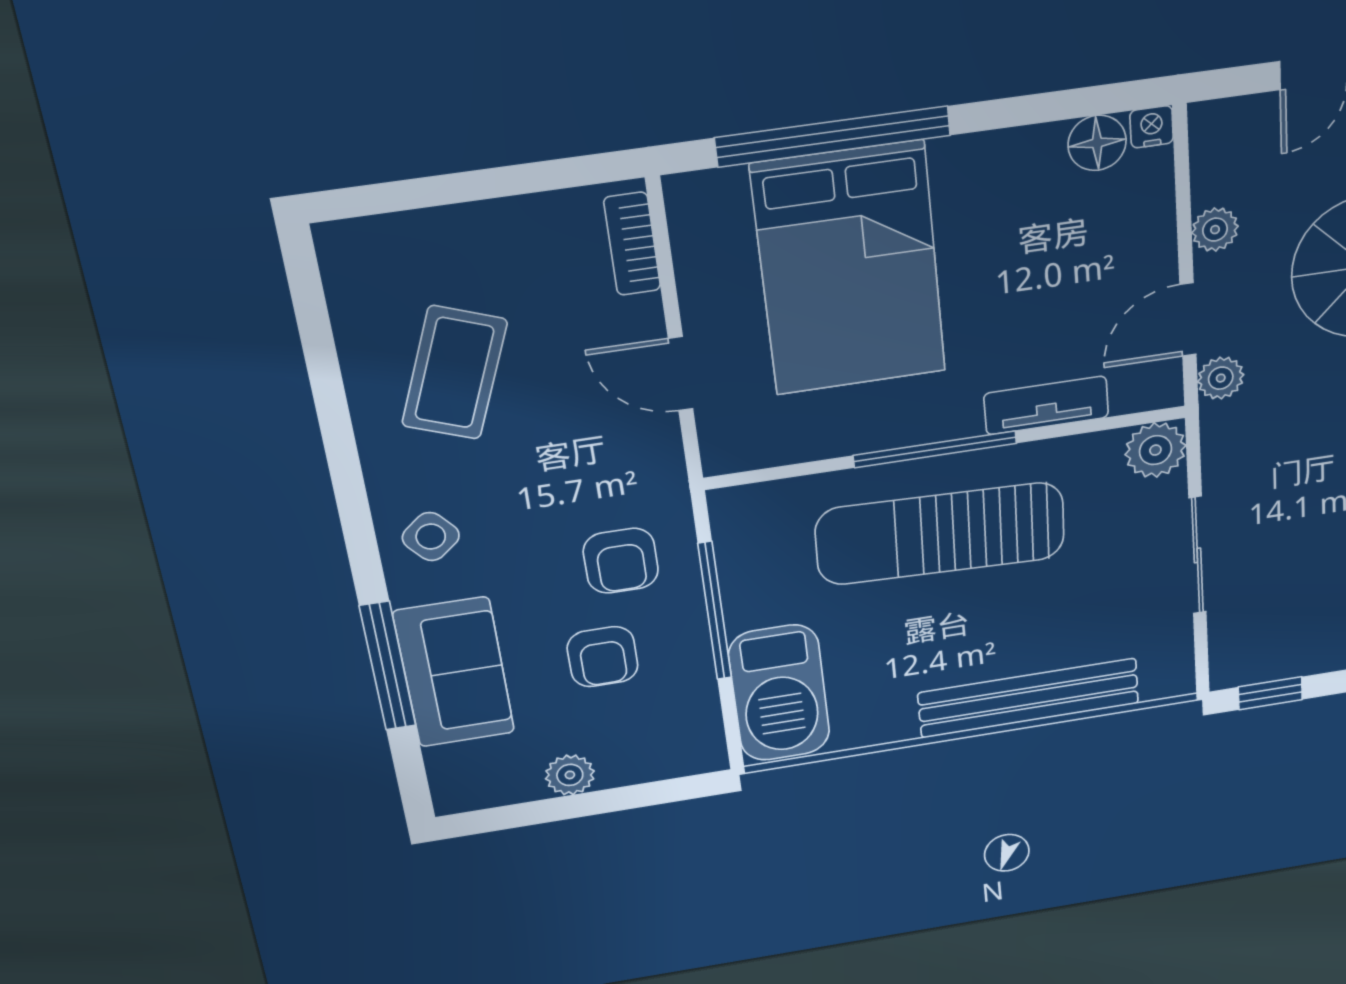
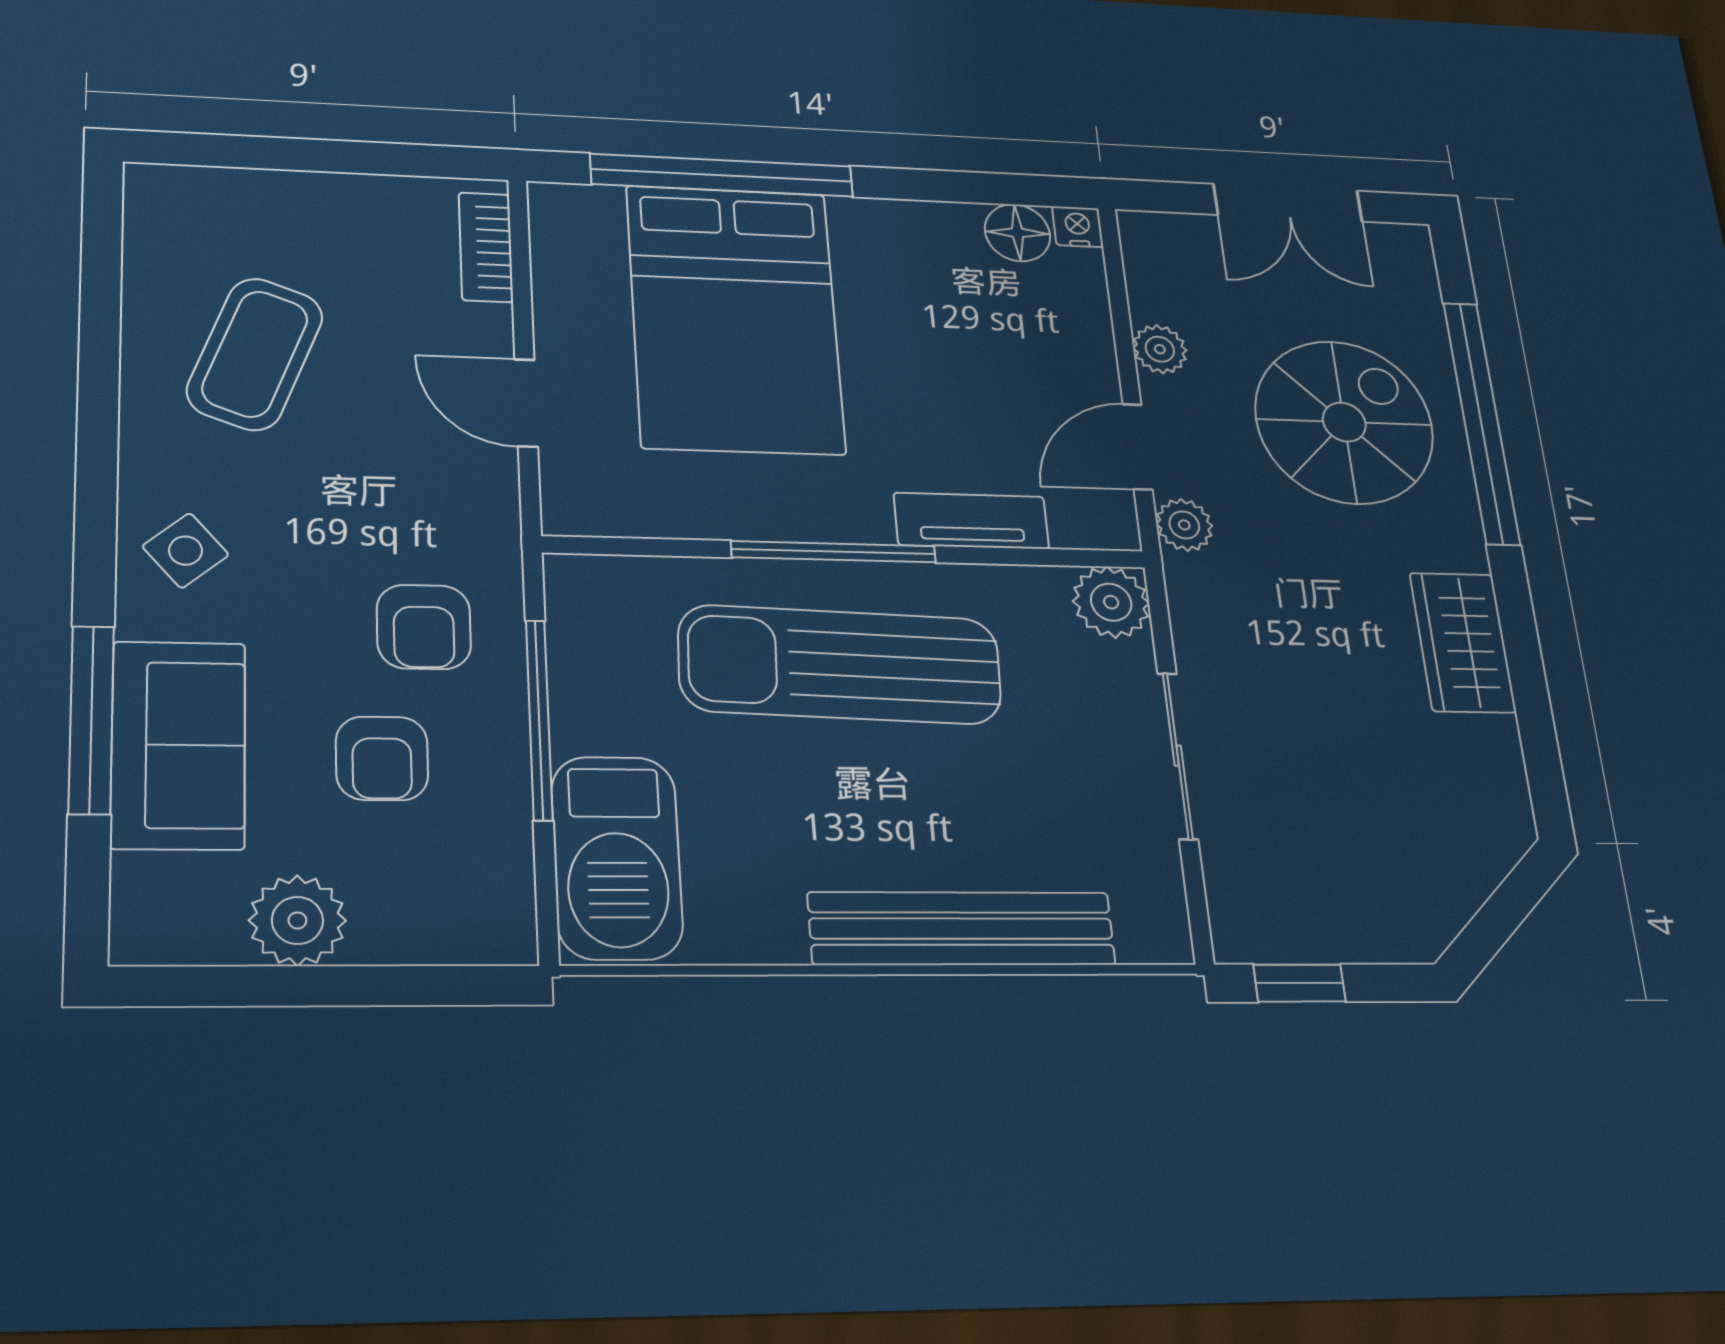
plant: (570, 775) -> (297, 920), width x1.38, depth x1.38

